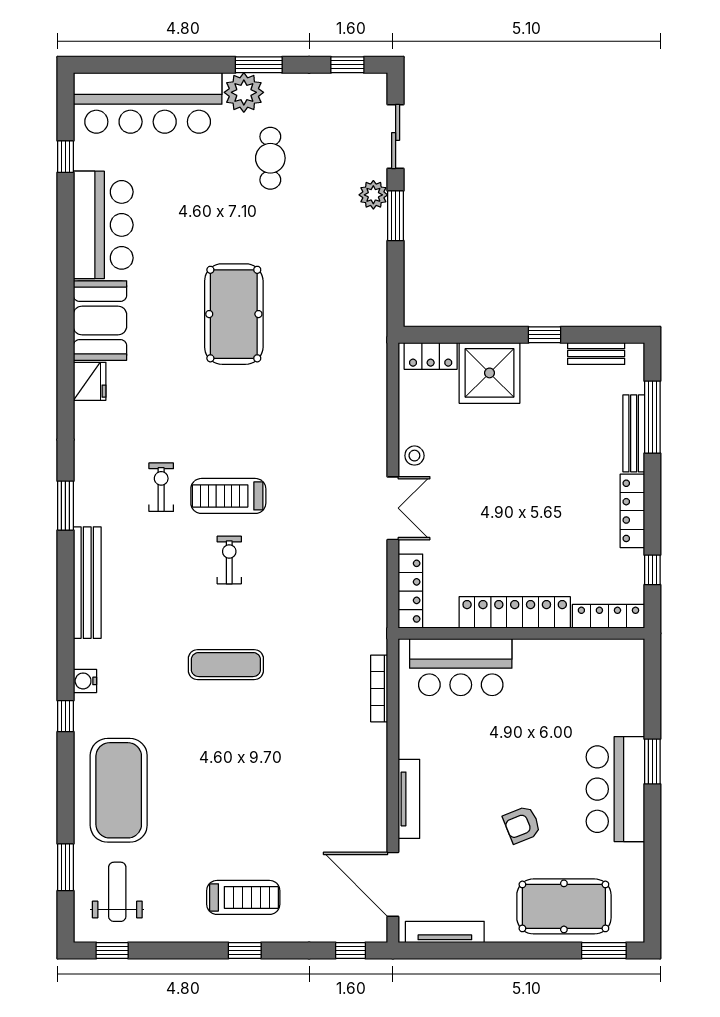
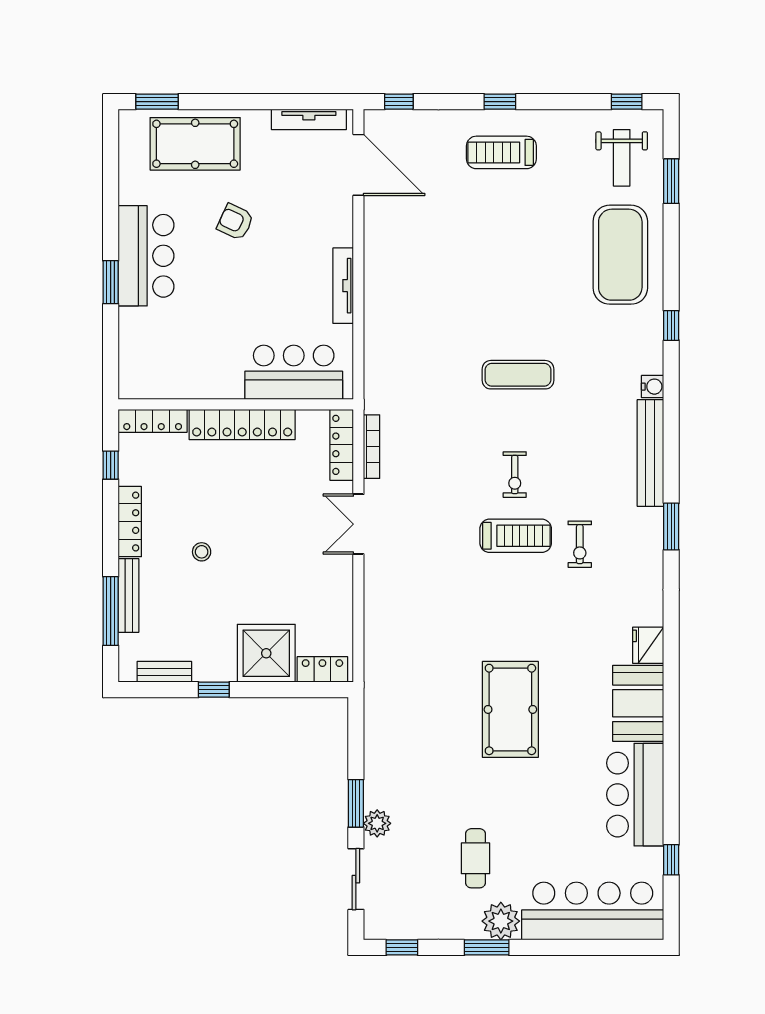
stool: (414, 456) -> (202, 552), moved
water cooler: (85, 681) -> (653, 387), moved
bookcase: (379, 688) -> (372, 447), moved
tv unit: (409, 799) -> (343, 286), moved
armchair: (522, 825) -> (235, 222), turned -133

